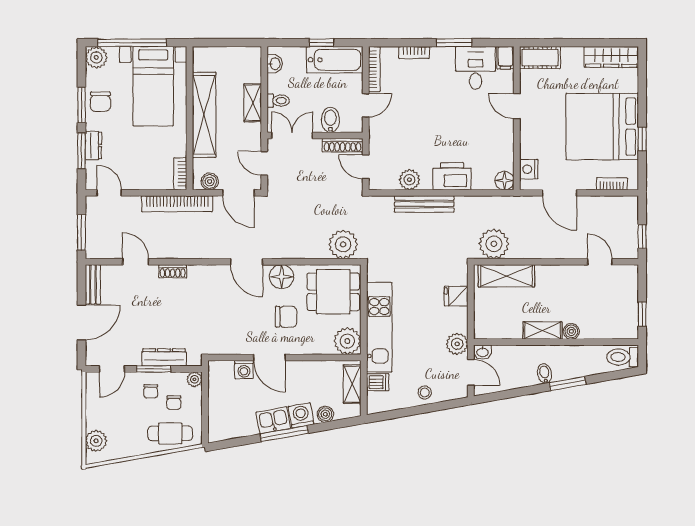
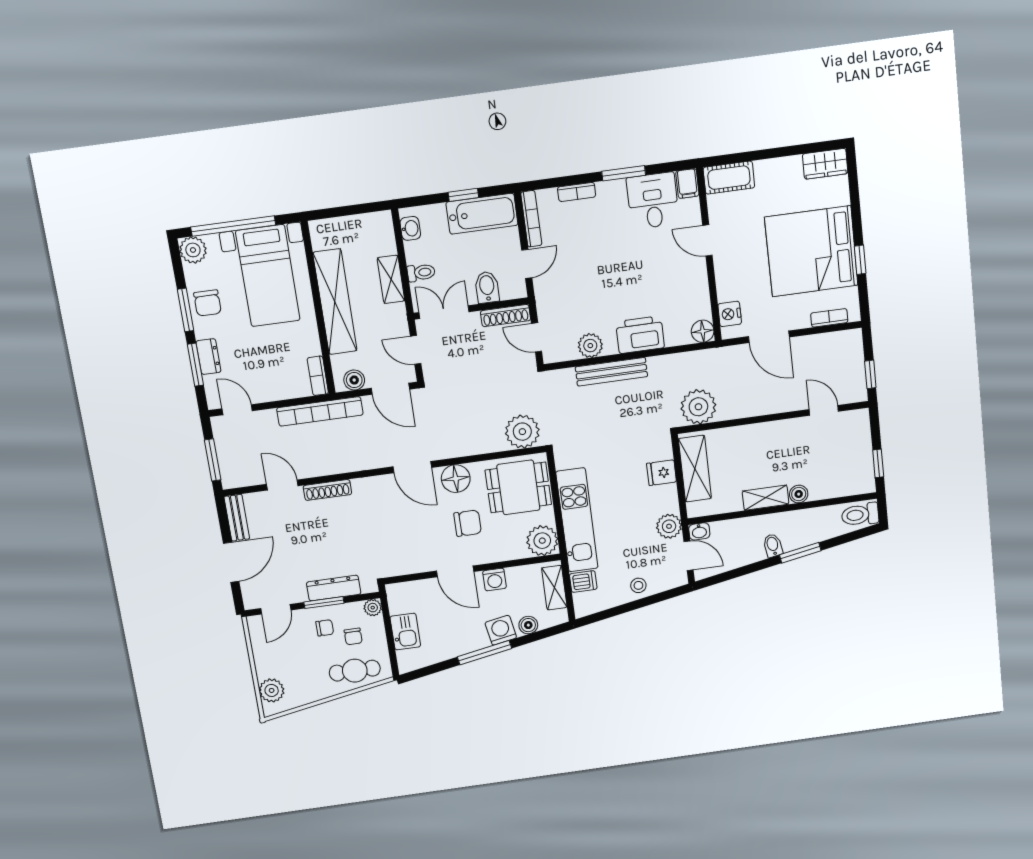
wardrobe: (611, 57) -> (825, 164), width x0.67
shoe rack: (173, 271) -> (328, 490), width x1.43
shelving: (506, 276) -> (695, 469), moved, turned 90
washing machine: (244, 369) -> (495, 580), moved
chair: (151, 391) -> (325, 628), turned -90
kitchen sink: (273, 420) -> (405, 632), moved, turned 100

